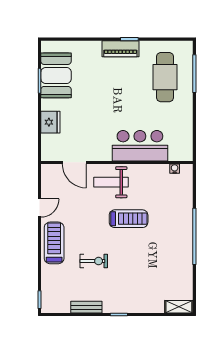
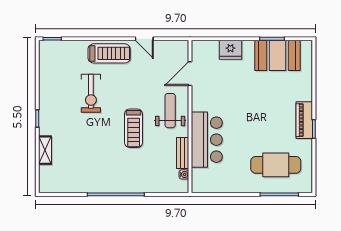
exercise bike: (94, 261) -> (91, 93), width x1.38, depth x1.39
bench: (86, 307) -> (183, 153), moved
shelving: (179, 307) -> (45, 150), moved

